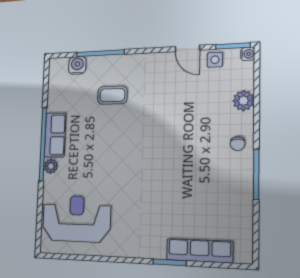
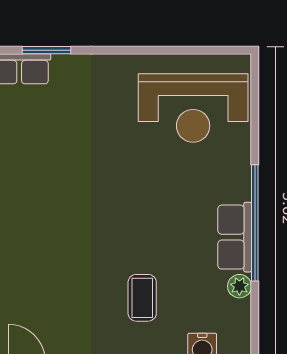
coffee table: (112, 95) -> (142, 298), turned 90
plant: (51, 166) -> (239, 286), moved

